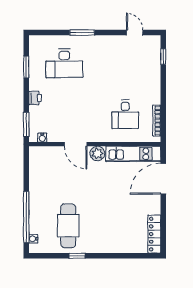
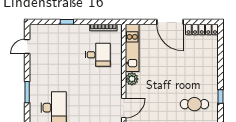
window: (163, 57) -> (67, 22), moved
door: (76, 144) -> (124, 108), moved
door: (163, 179) -> (170, 22), moved
cafe table: (68, 226) -> (194, 104), width x0.73, depth x0.74

